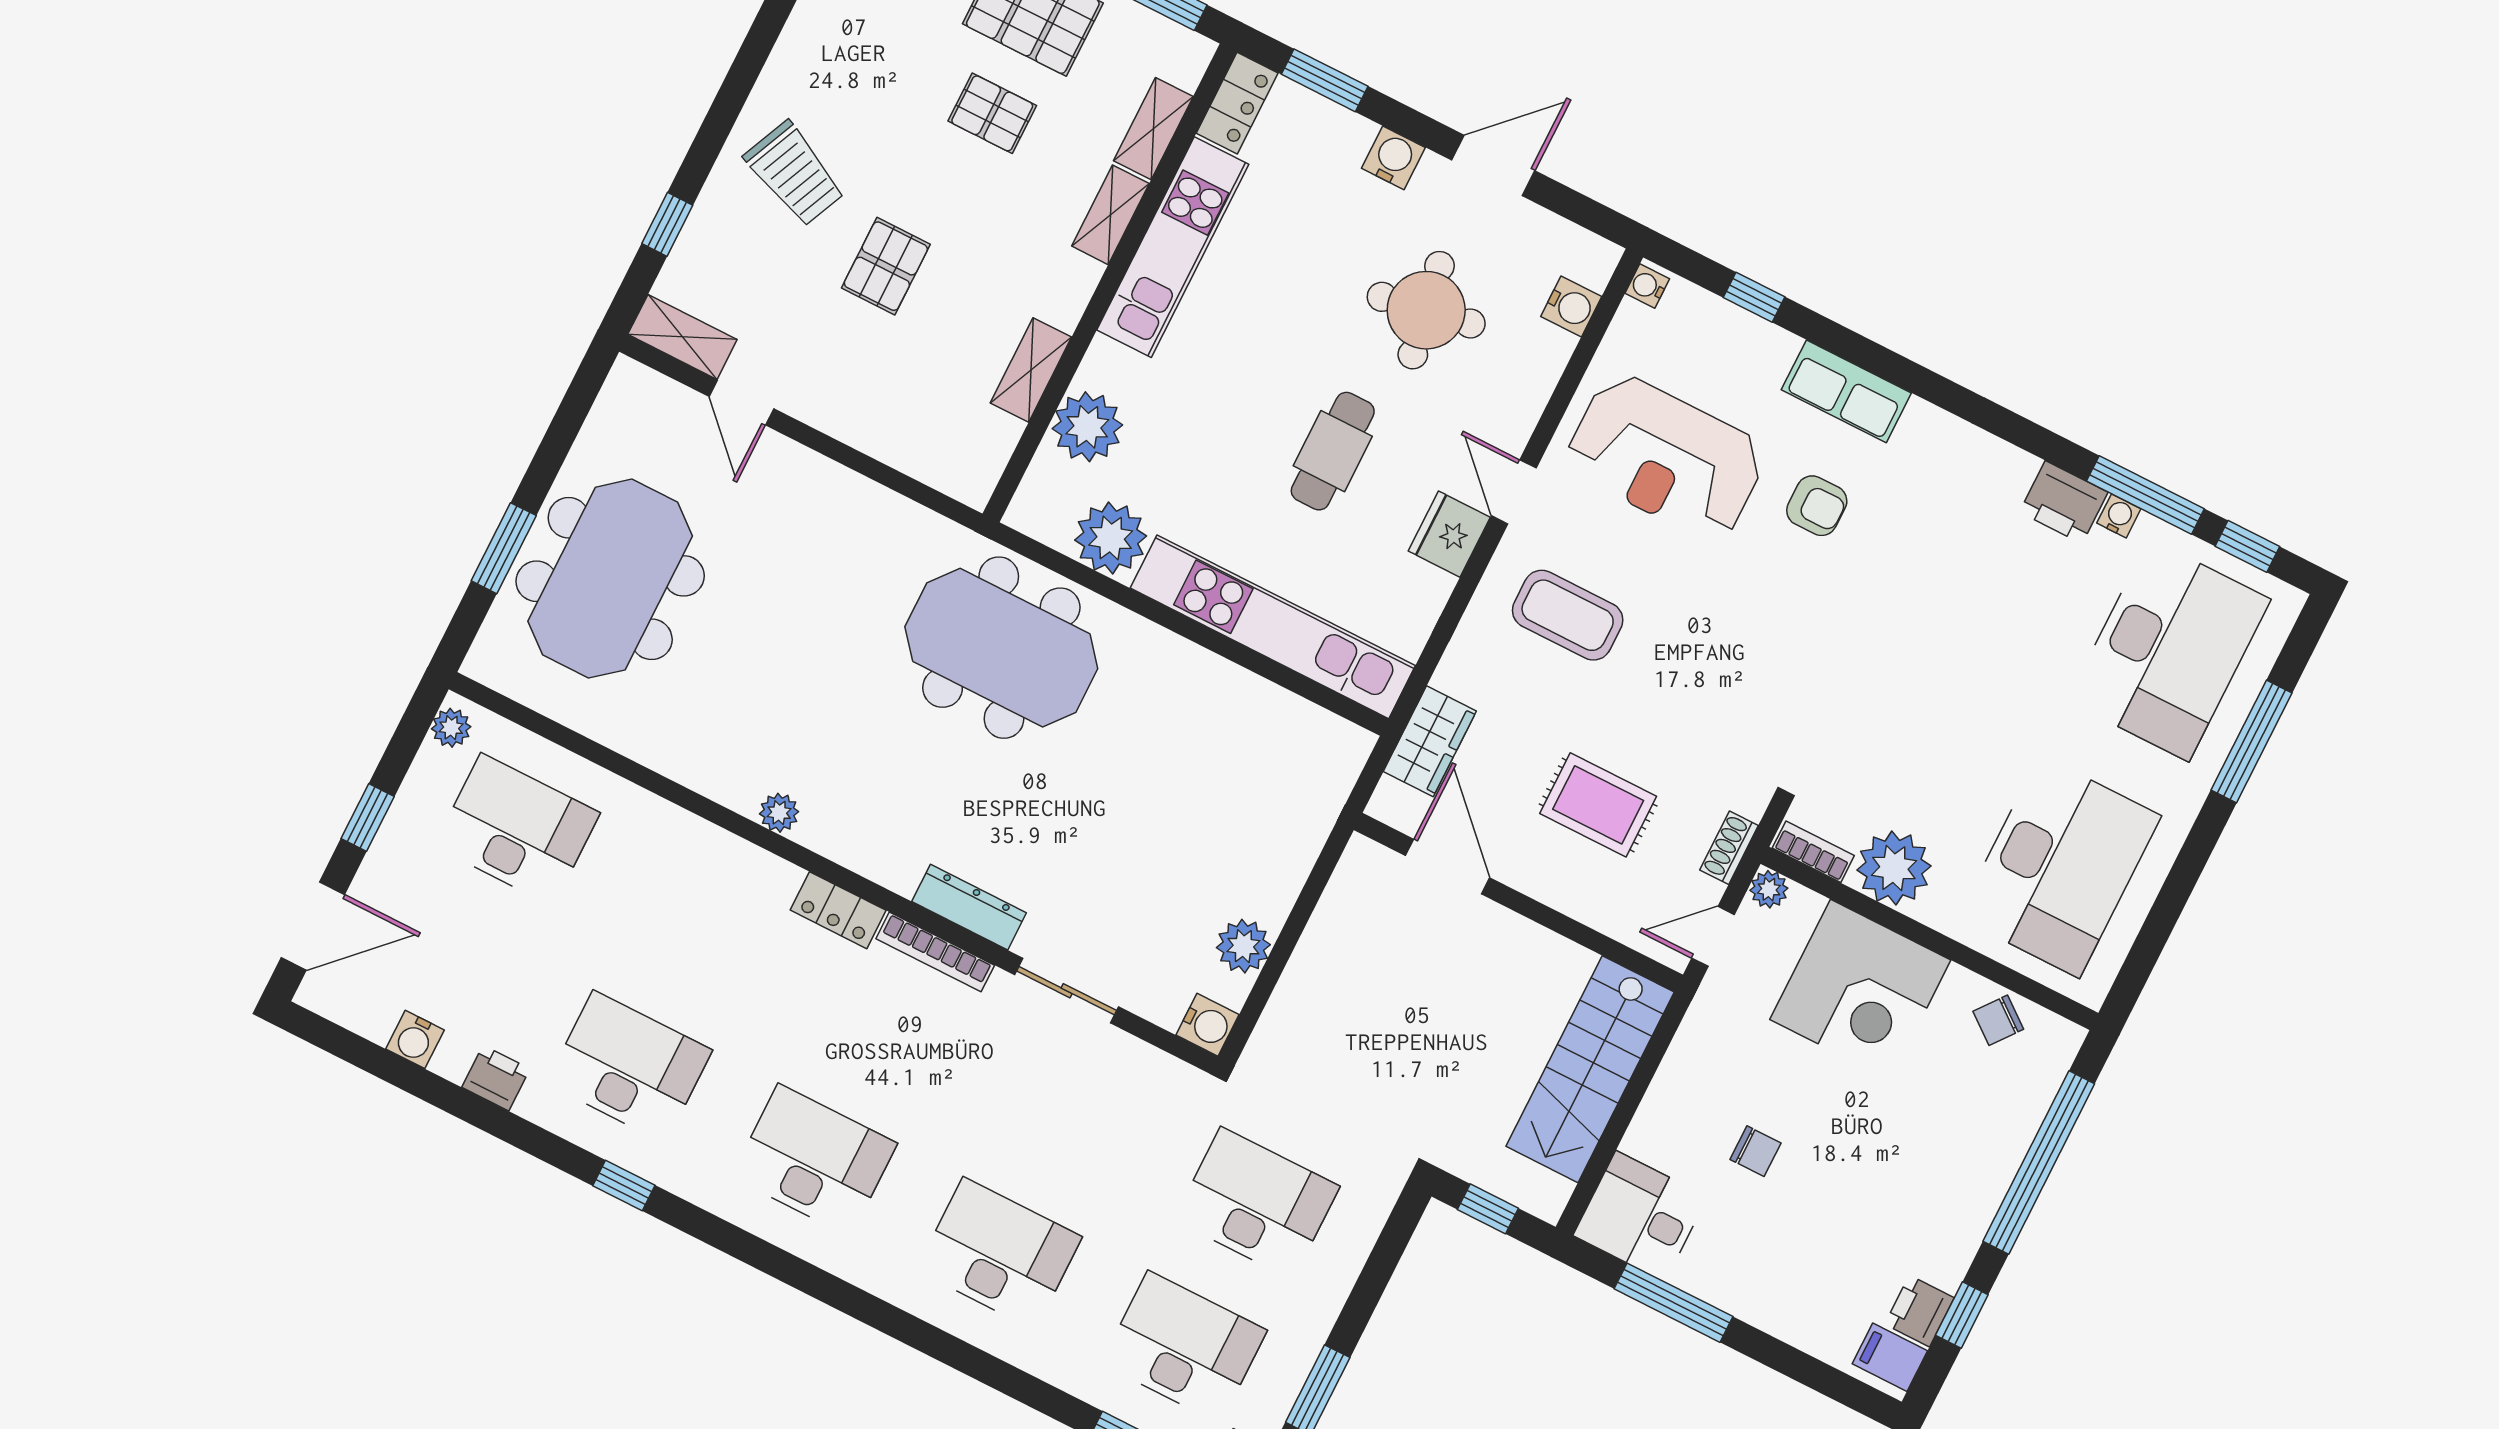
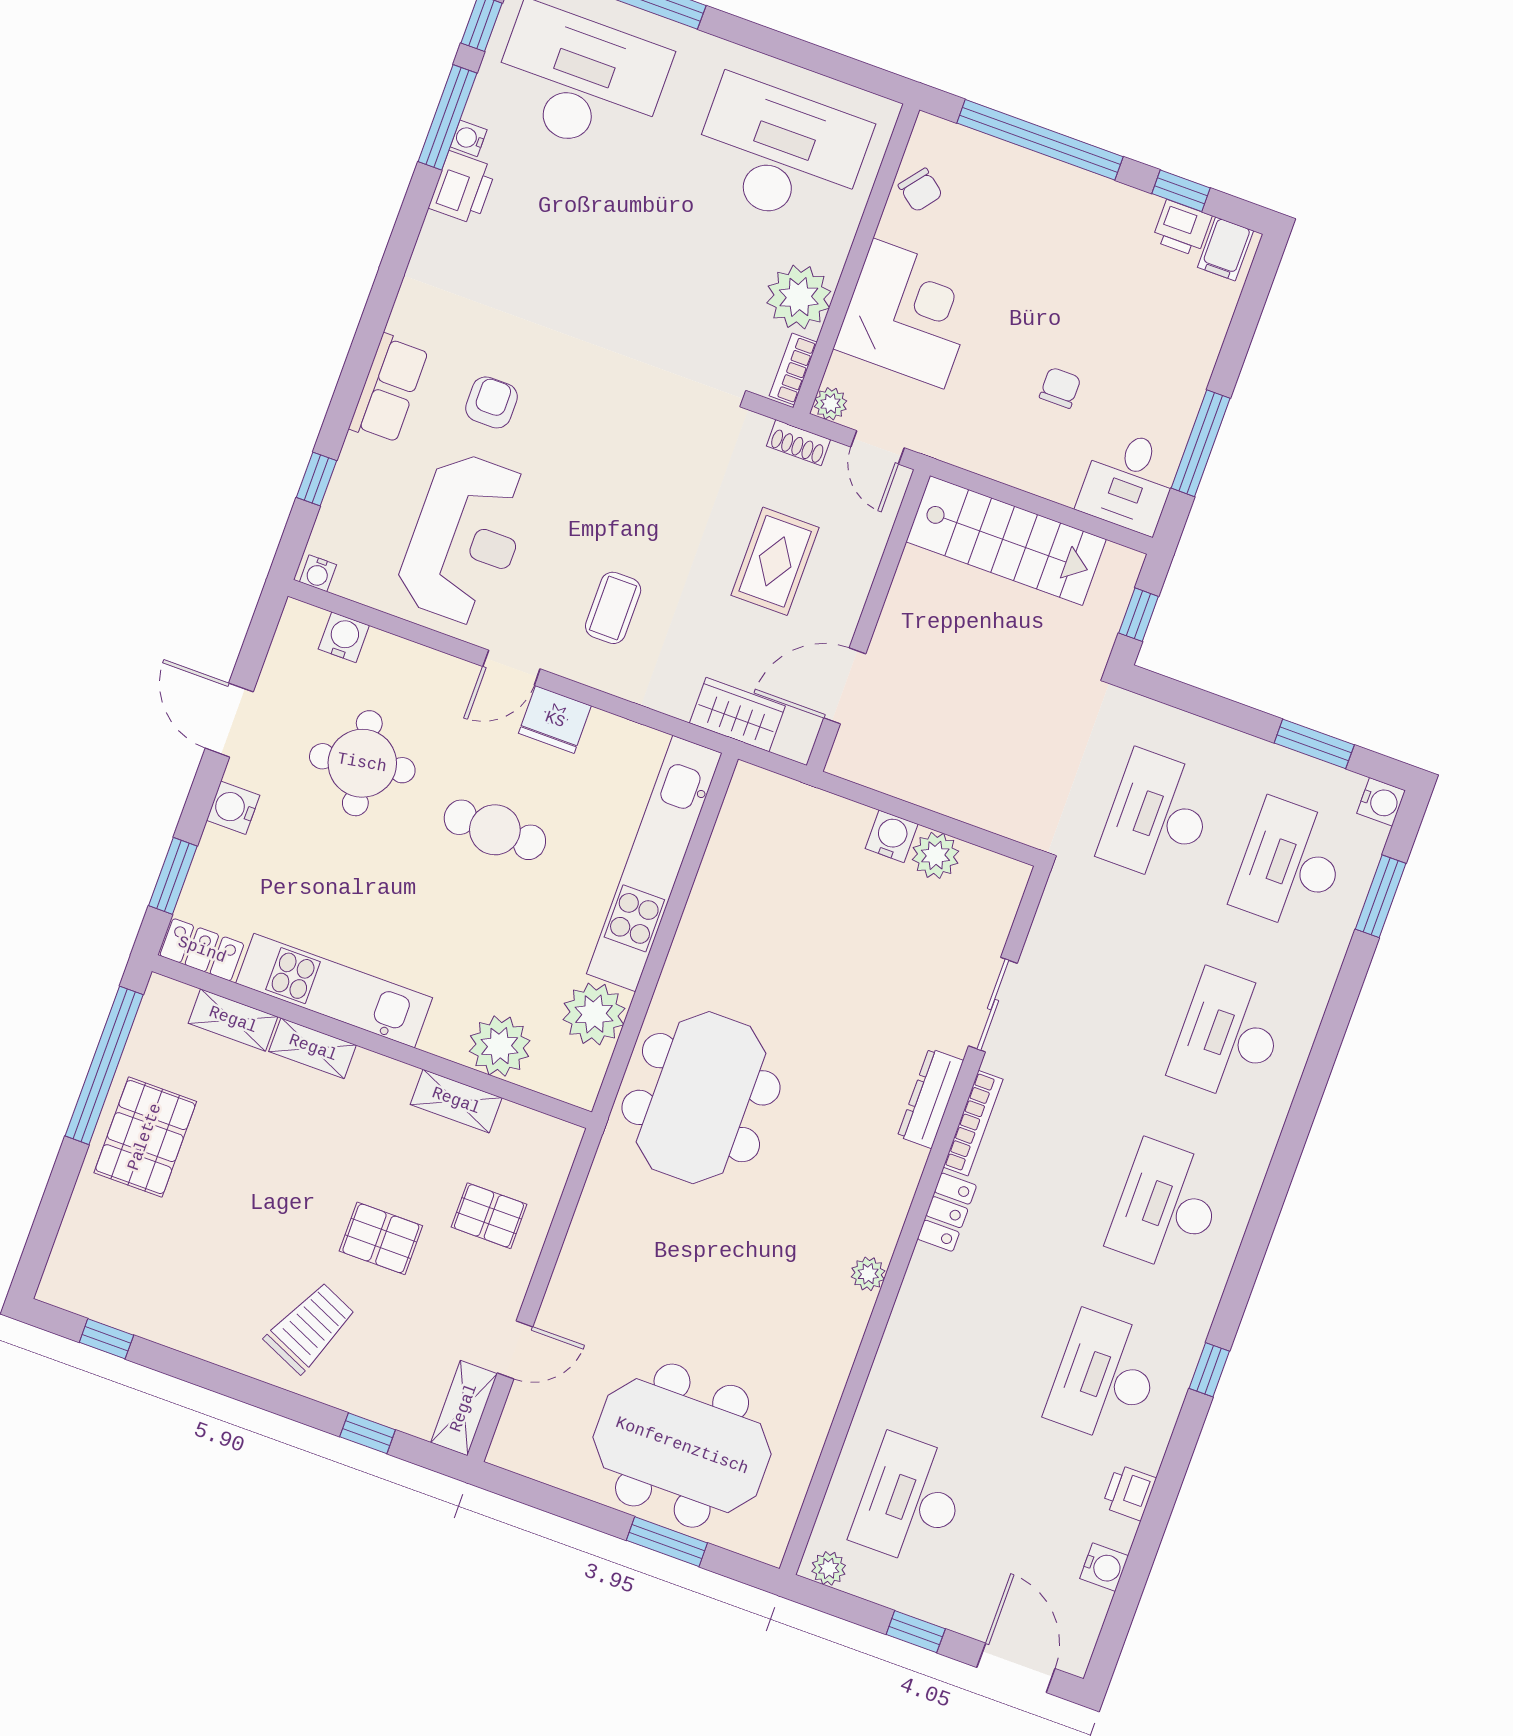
pallet: (992, 113) -> (489, 1216), moved, turned 90
coffee table: (1568, 615) -> (613, 608), width x0.73, depth x0.77
water cooler: (1208, 1025) -> (892, 836), moved

